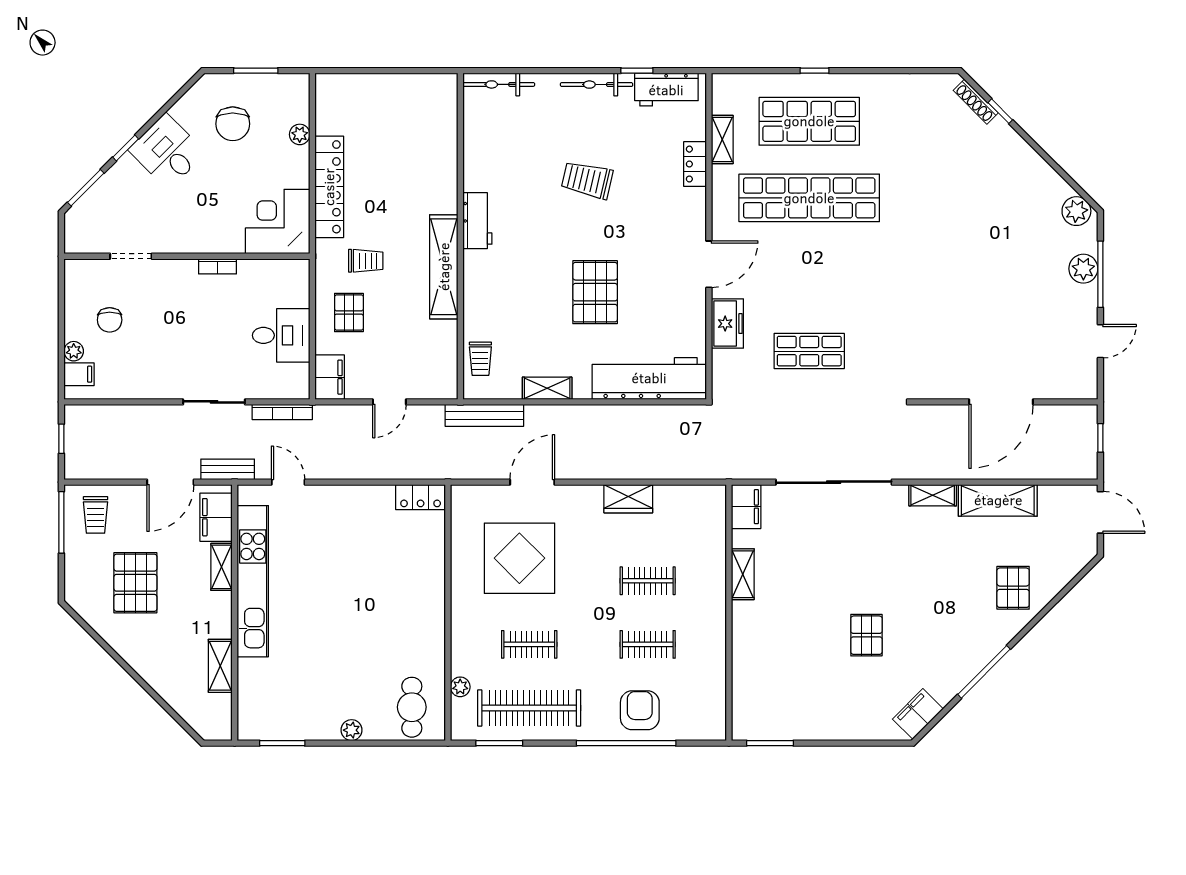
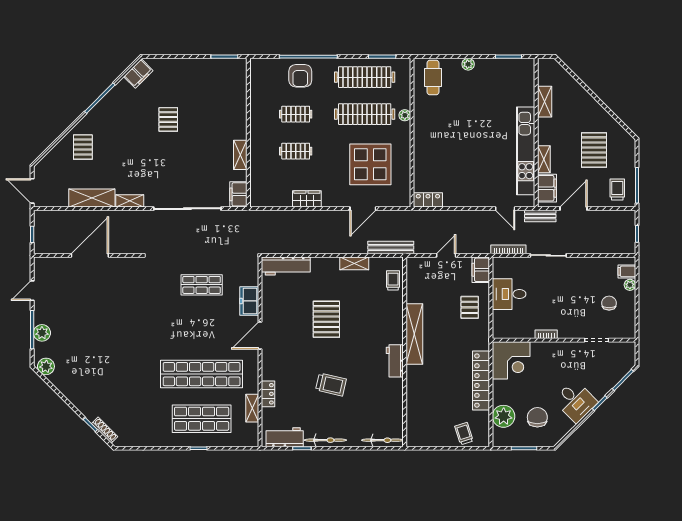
plant: (300, 134) -> (504, 416), width x1.87, depth x1.87
trolley: (366, 261) -> (464, 434), moved, turned 72
workbench: (649, 378) -> (286, 266), width x0.73, depth x0.76
clothes rail: (529, 644) -> (365, 114), width x1.86, depth x1.31
plant: (460, 687) -> (405, 115), moved

